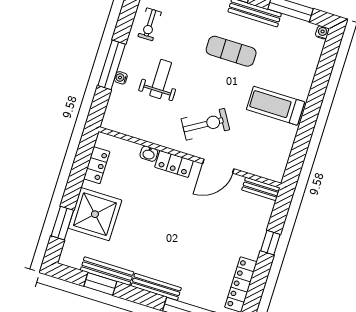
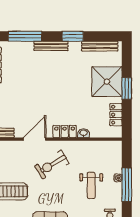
window: (62, 223) -> (127, 88), moved
bench: (107, 271) -> (100, 46), moved
window: (100, 284) -> (73, 36), moved

